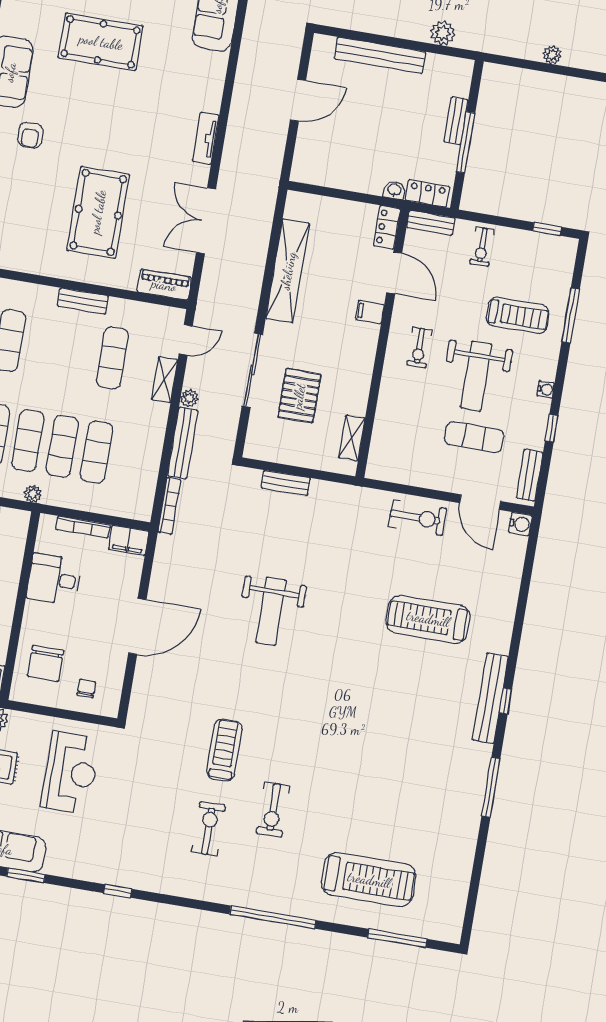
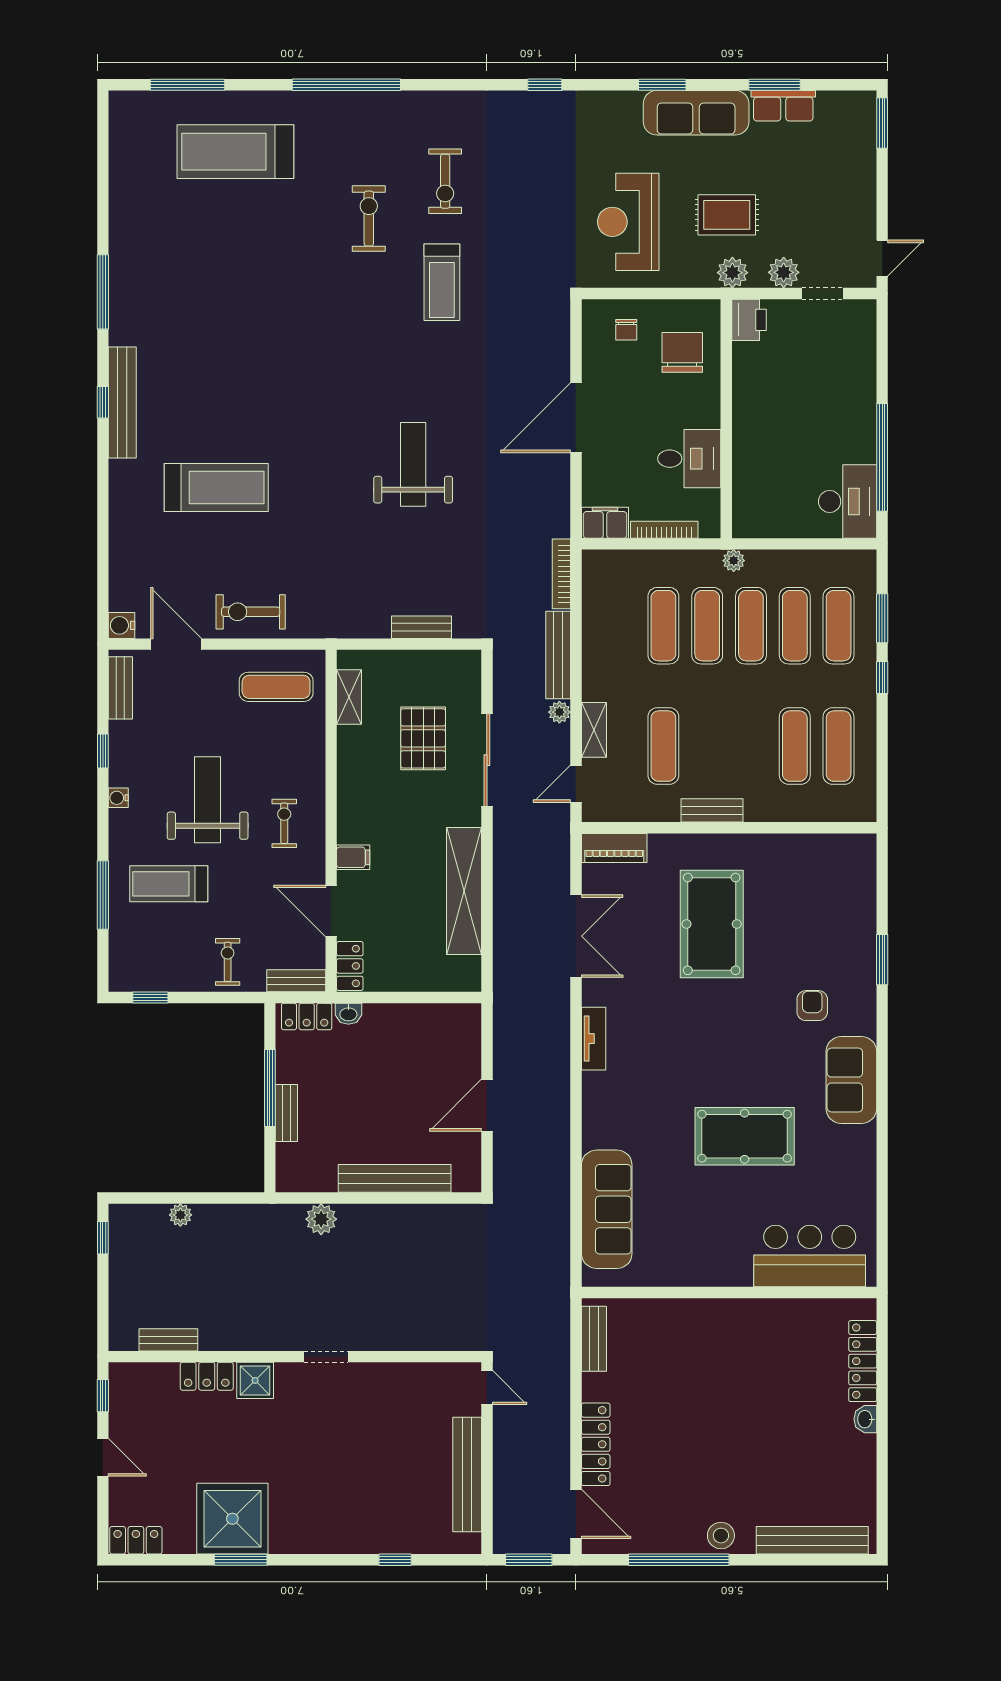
exercise mat: (474, 437) -> (276, 687), moved

